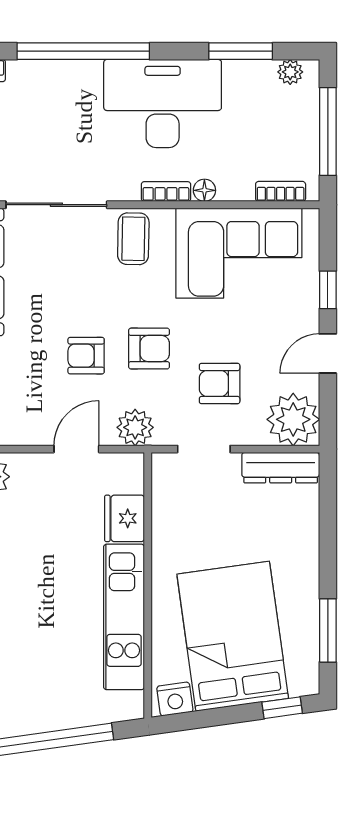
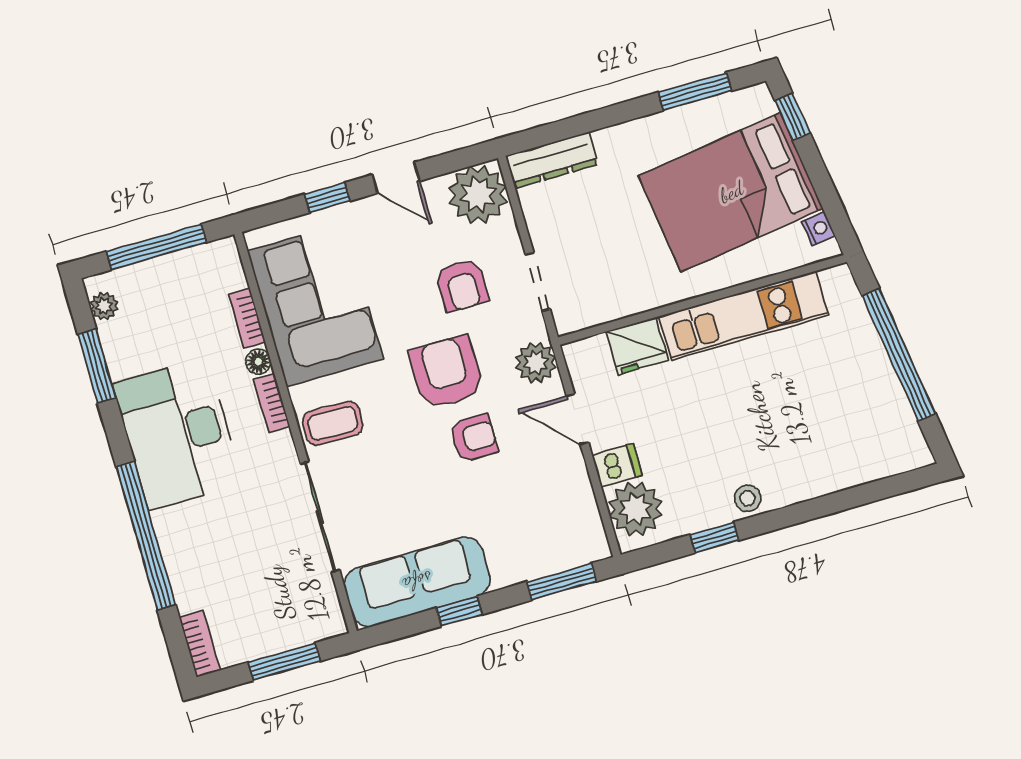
bookcase: (281, 191) -> (247, 318), moved
armchair: (149, 349) -> (446, 372), width x1.38, depth x1.38
armchair: (86, 356) -> (474, 438), turned -90
dresser: (281, 468) -> (552, 160), moved, turned 90
dishwasher: (27, 472) -> (617, 465), added
nightstand: (175, 699) -> (818, 229), width x0.72, depth x0.74

